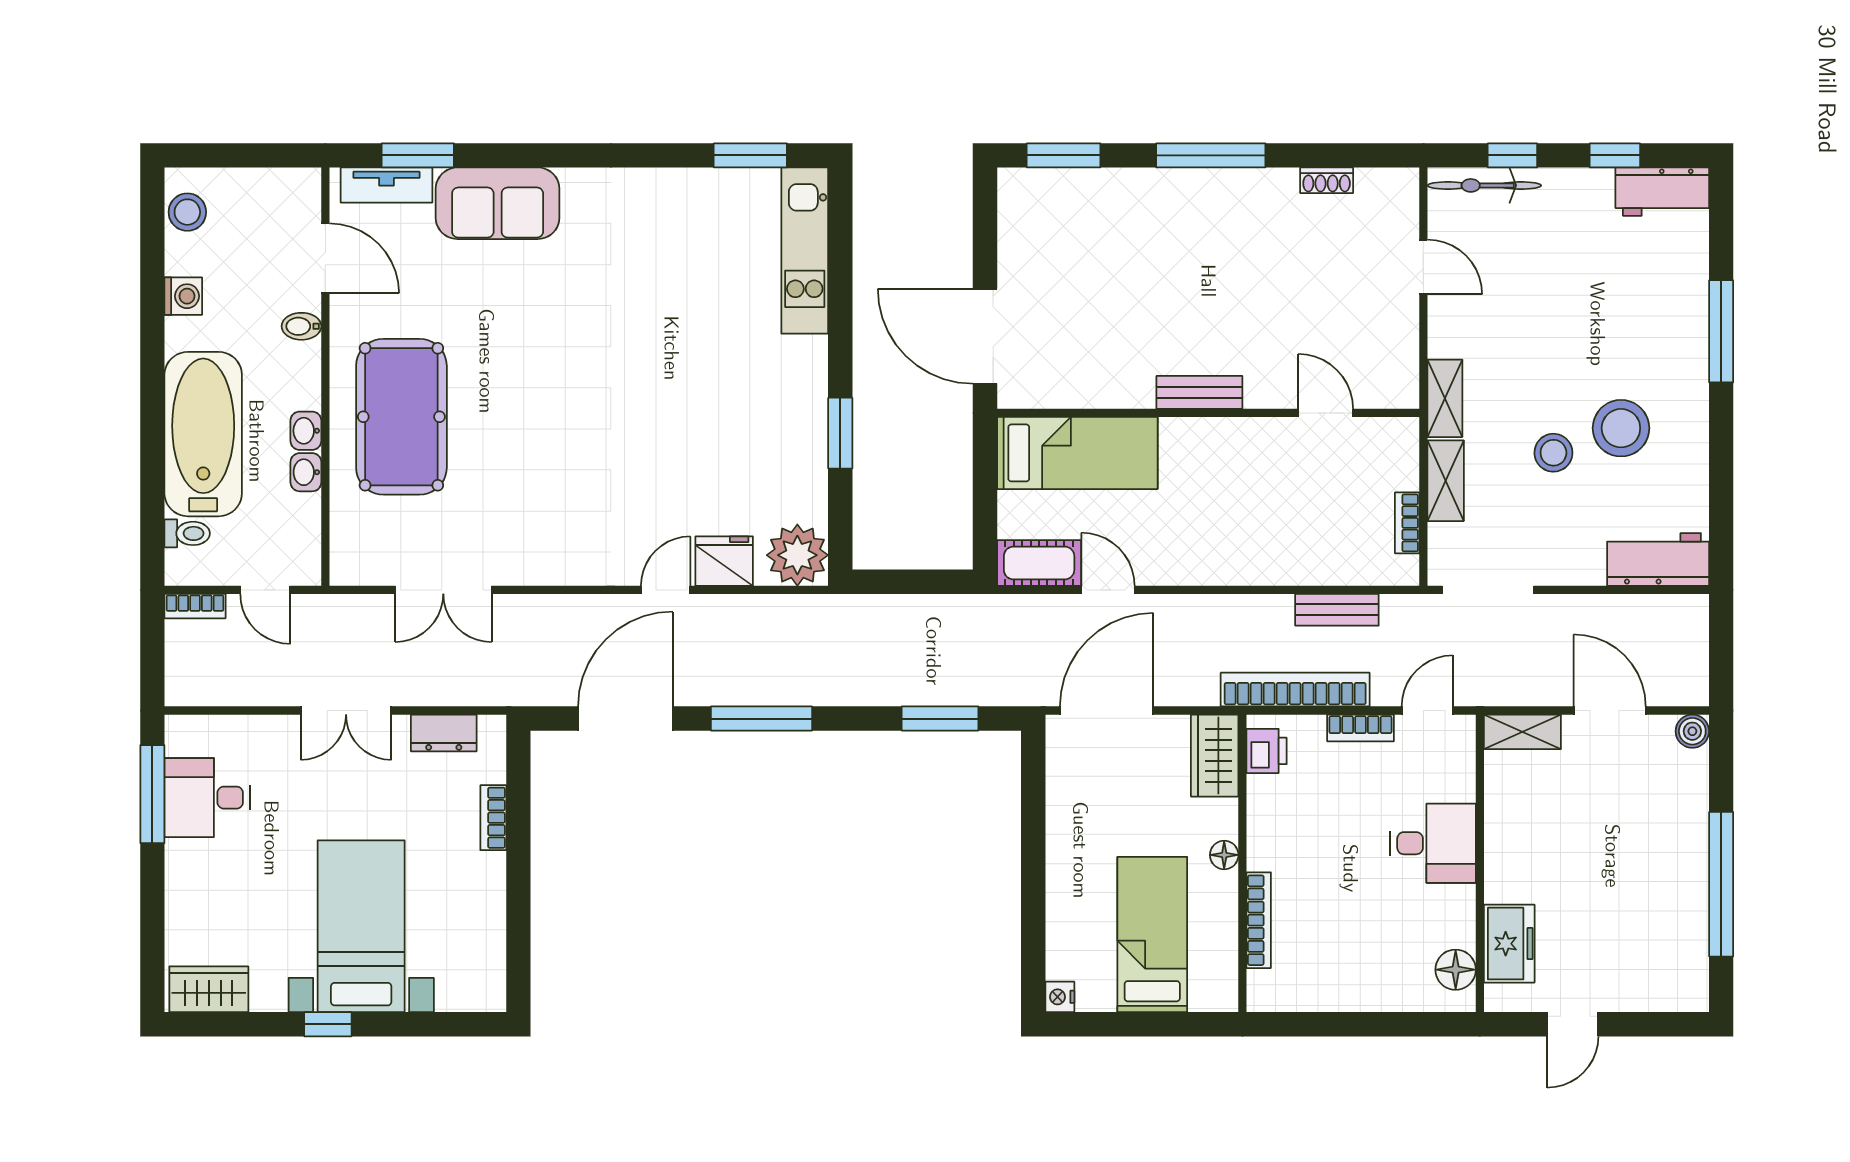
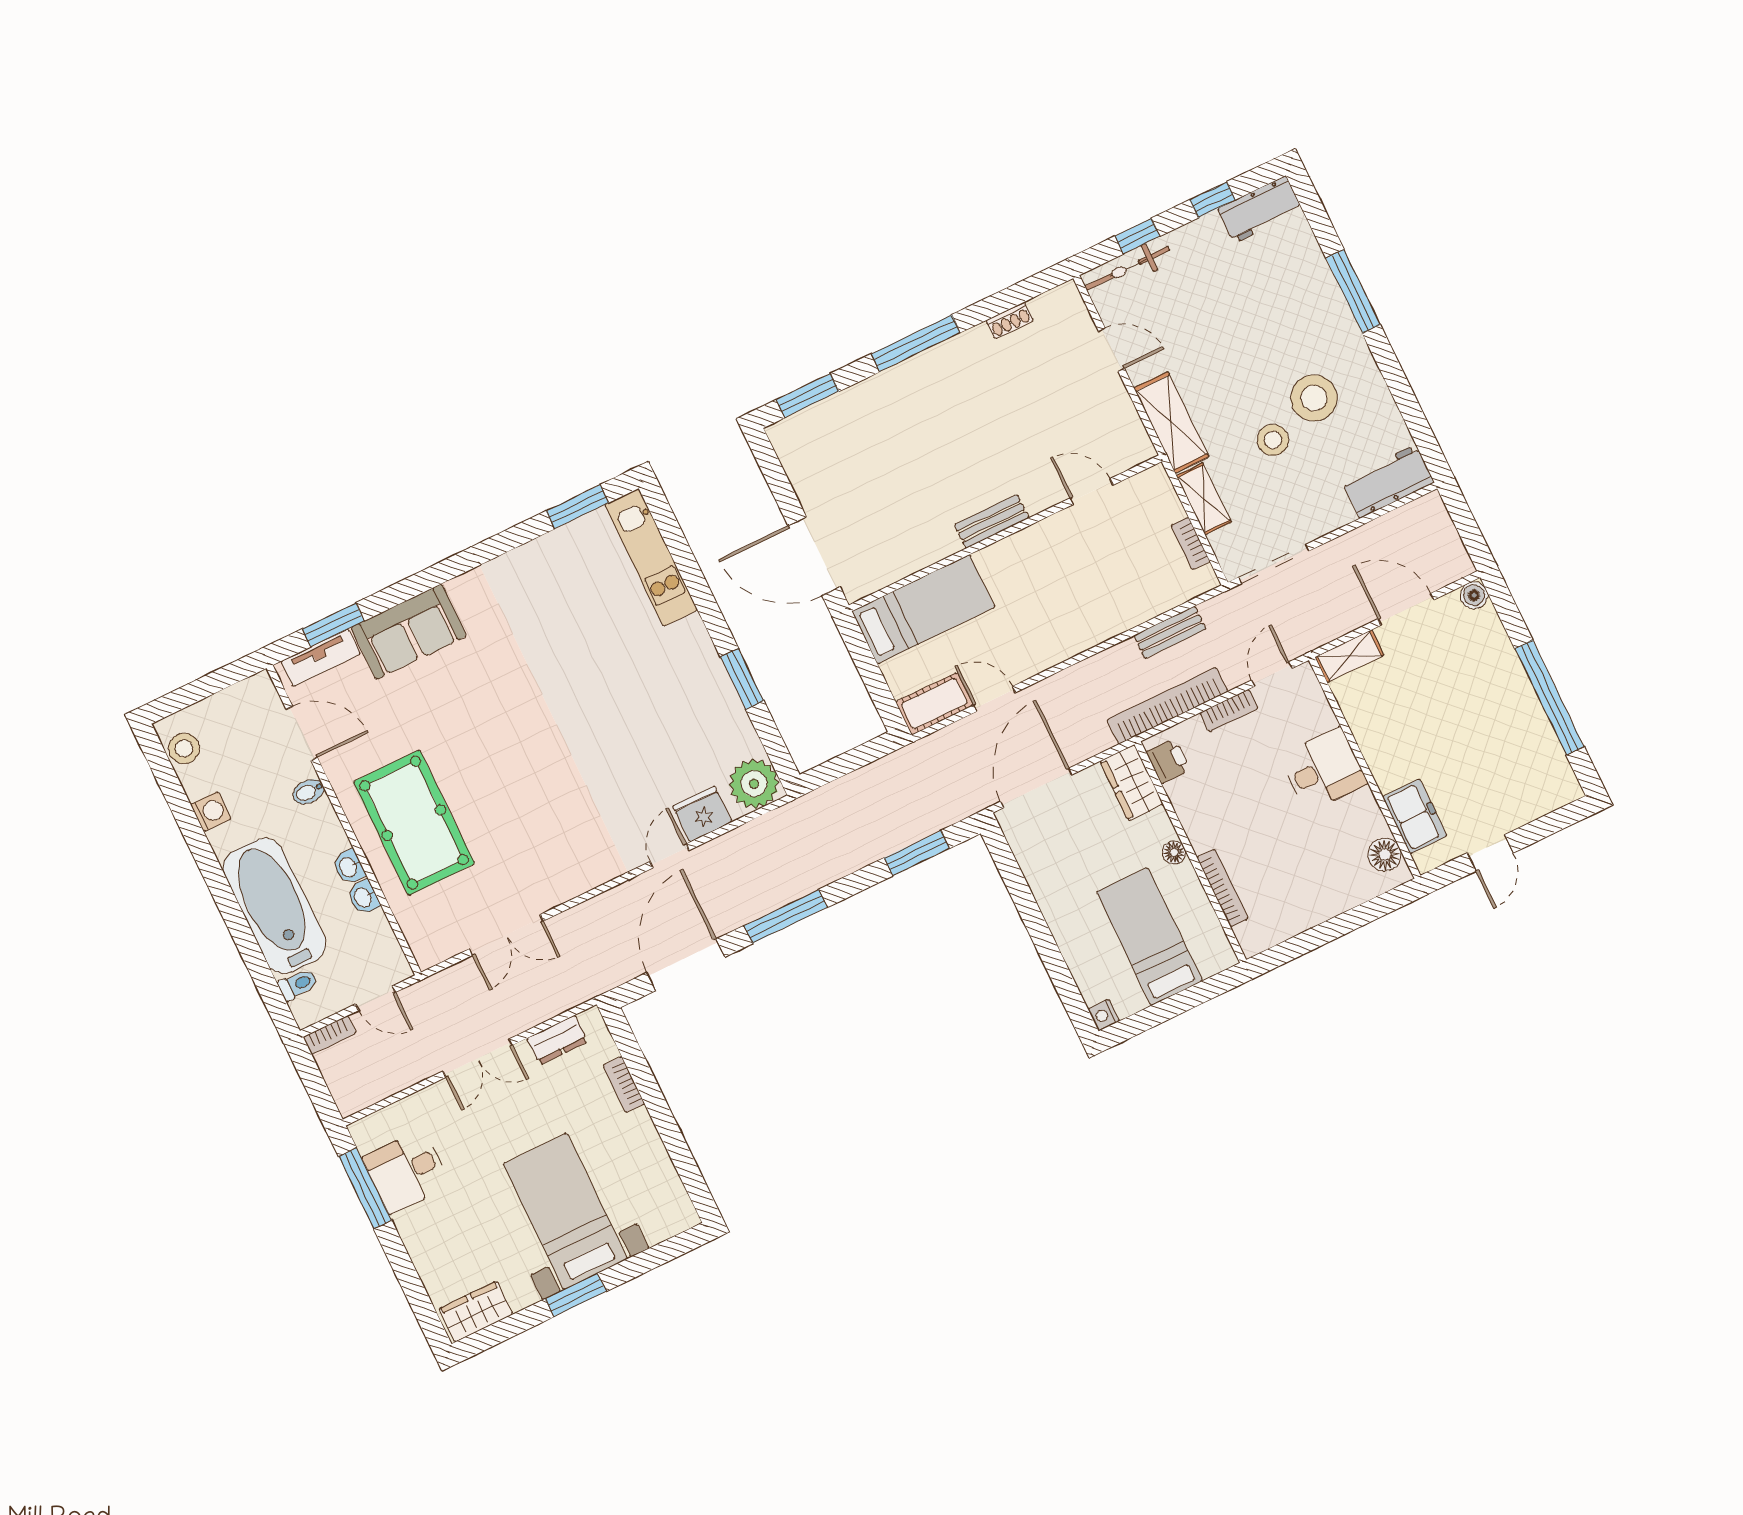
shelving: (1445, 398) -> (1171, 422), width x1.50, depth x1.33
window: (328, 1024) -> (576, 1295), width x1.50

